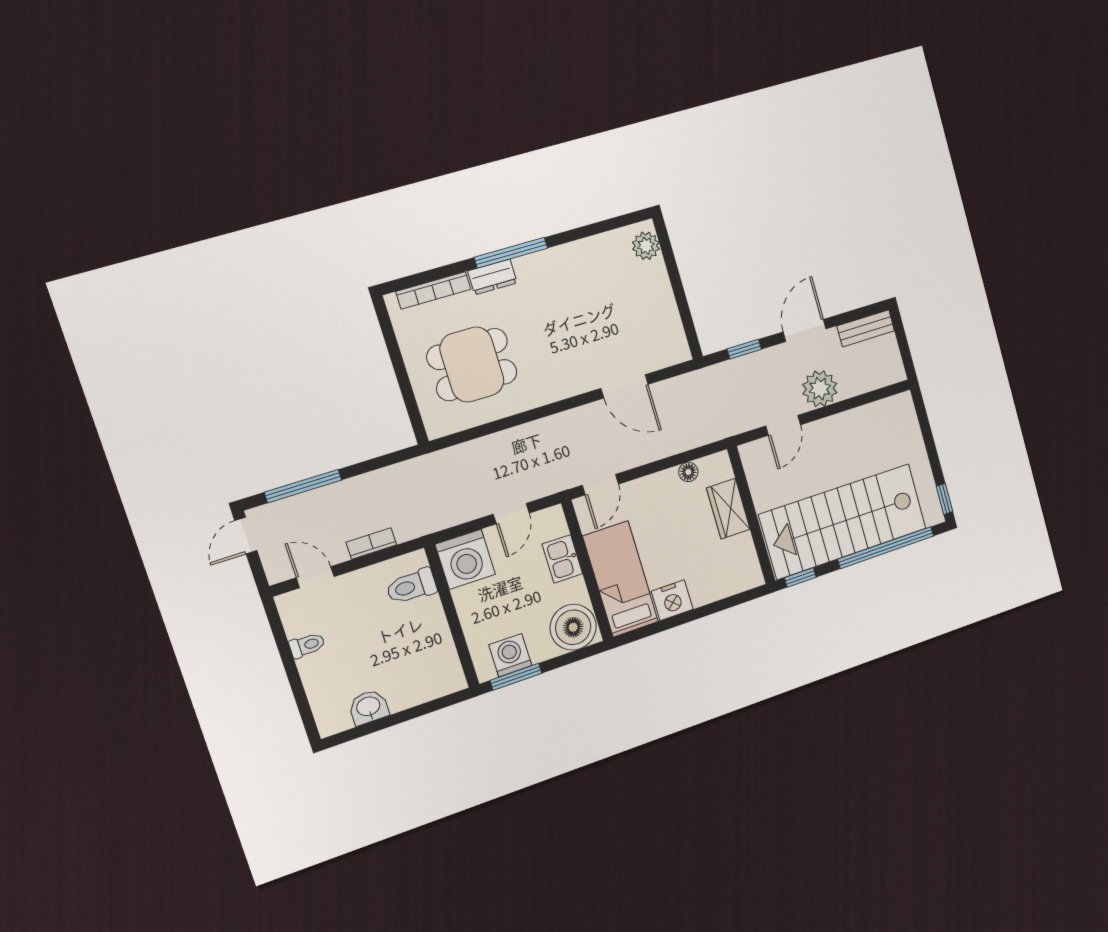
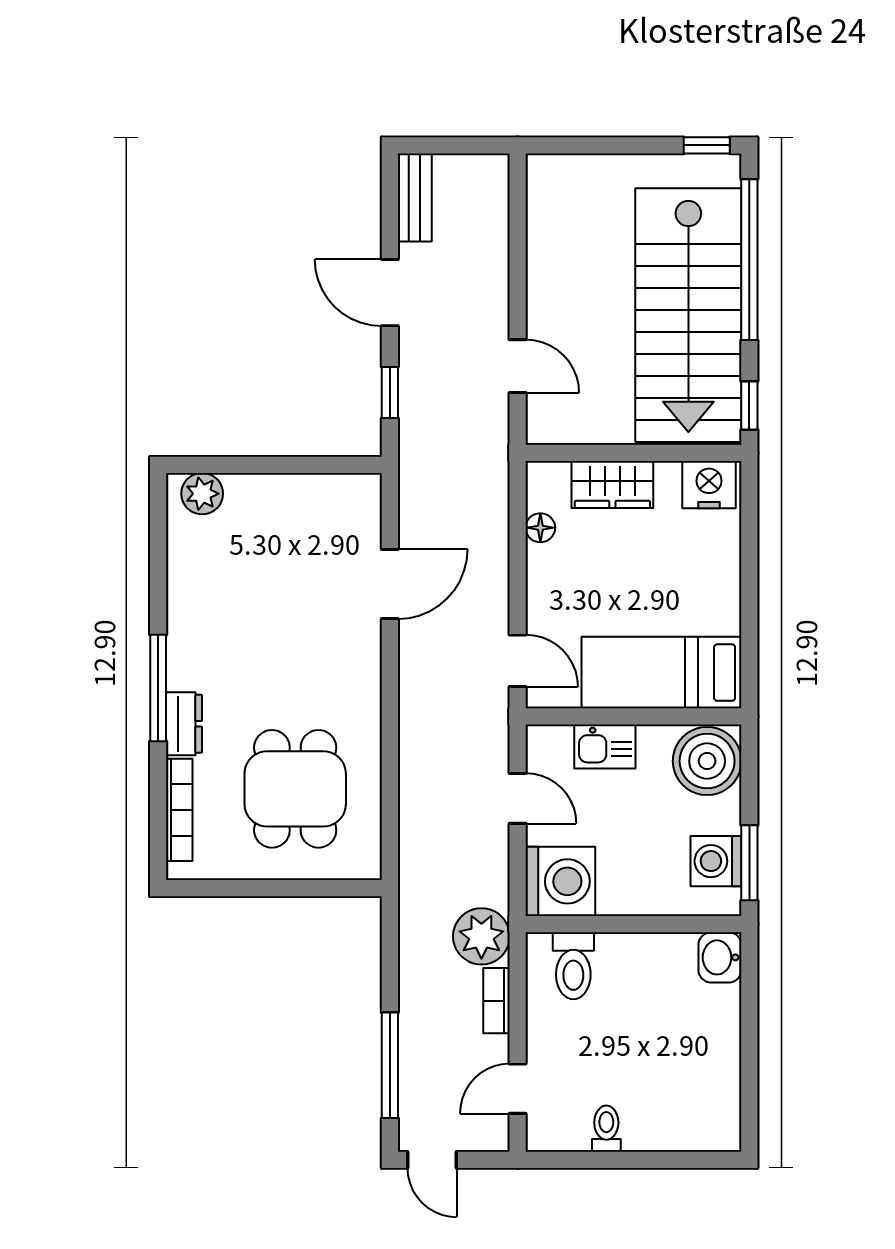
plant: (820, 389) -> (481, 936), moved
nightstand: (672, 600) -> (709, 485), moved, turned -90
washbasin: (369, 707) -> (720, 957), moved

